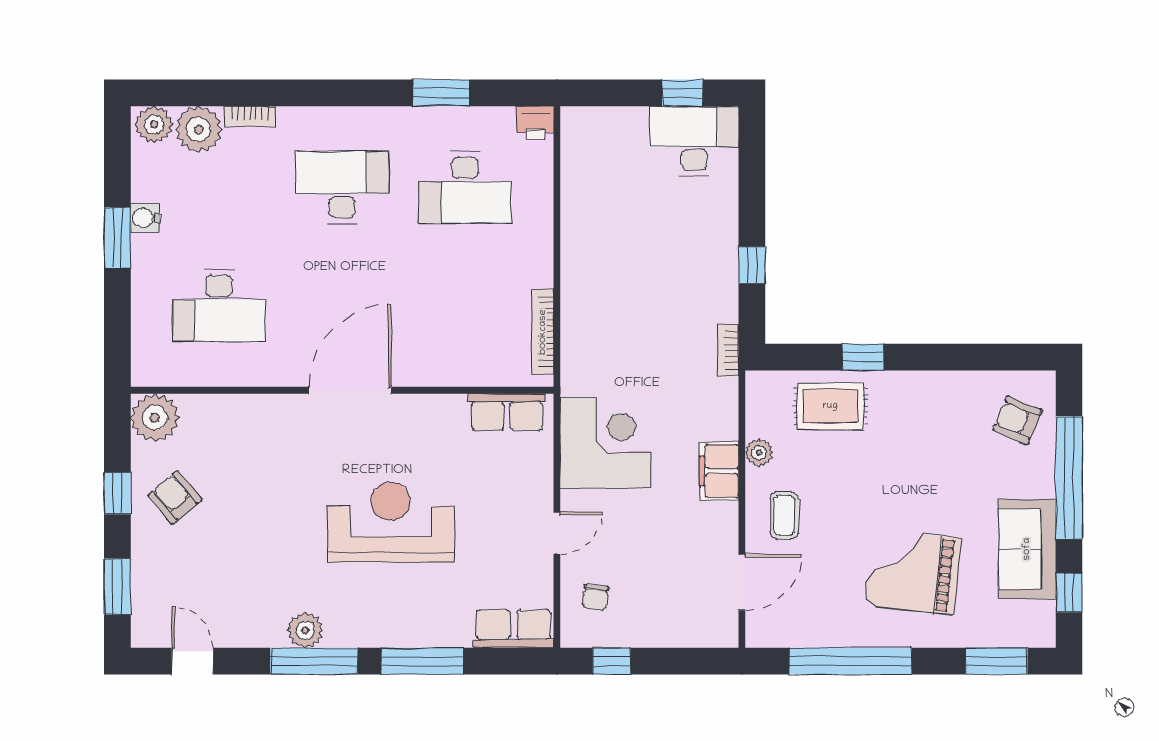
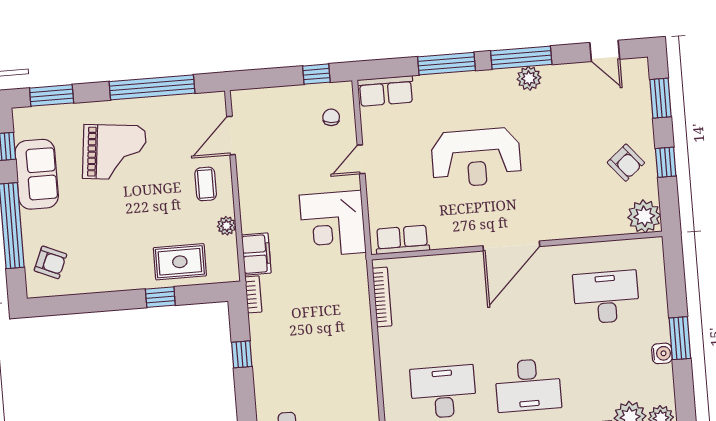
filing cabinet: (719, 471) -> (256, 254), moved

